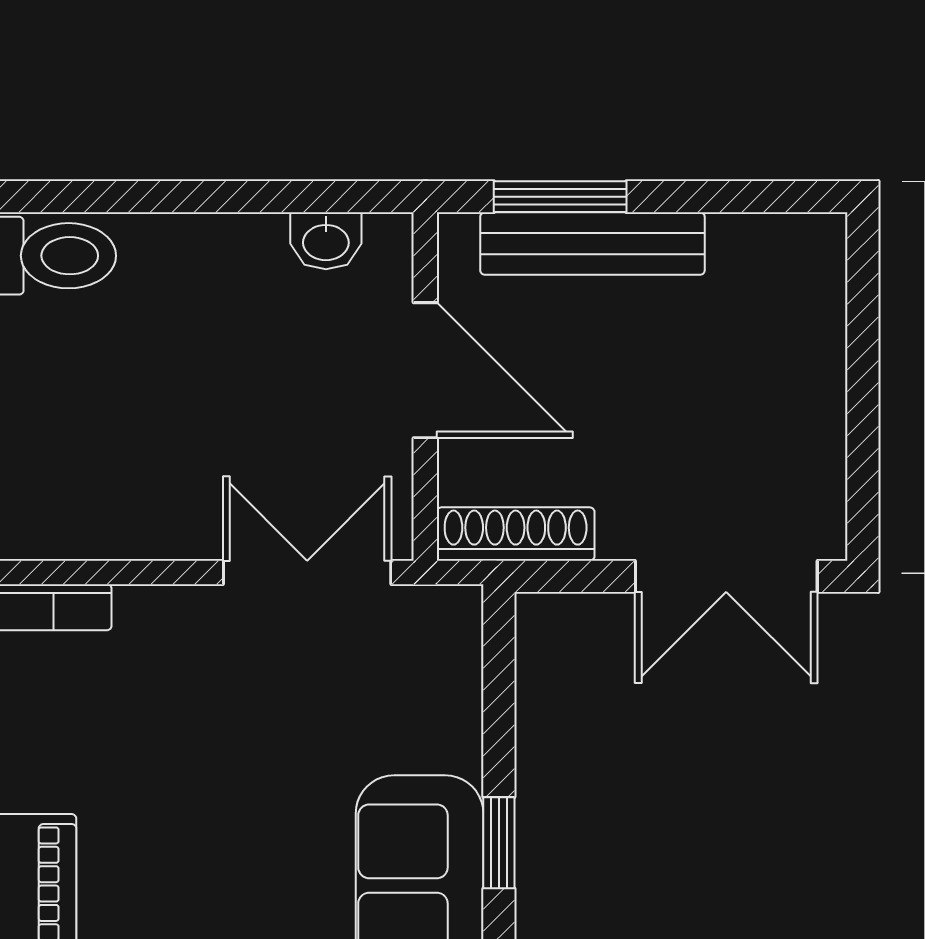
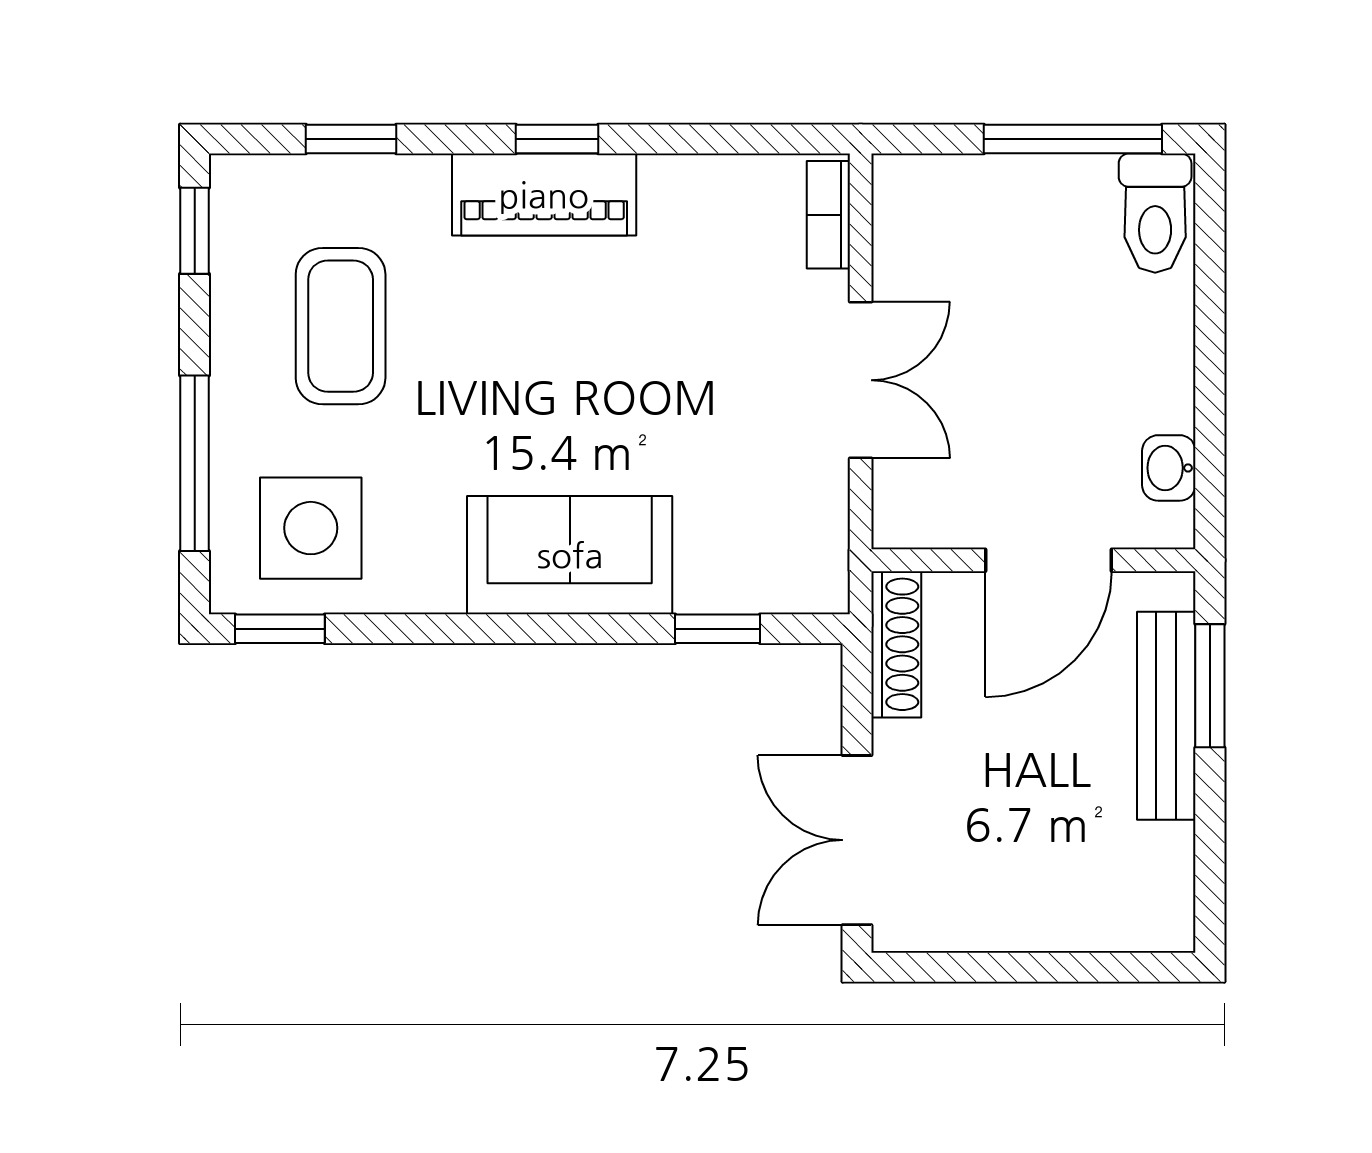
double door: (307, 572) -> (861, 380), moved
window: (499, 843) -> (717, 629), moved

